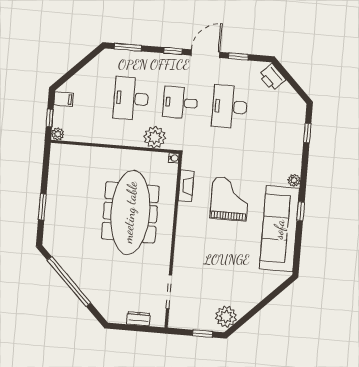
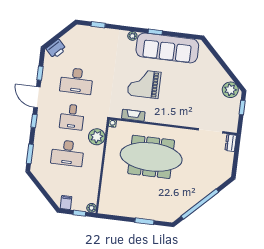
dresser: (138, 319) -> (231, 143), moved

